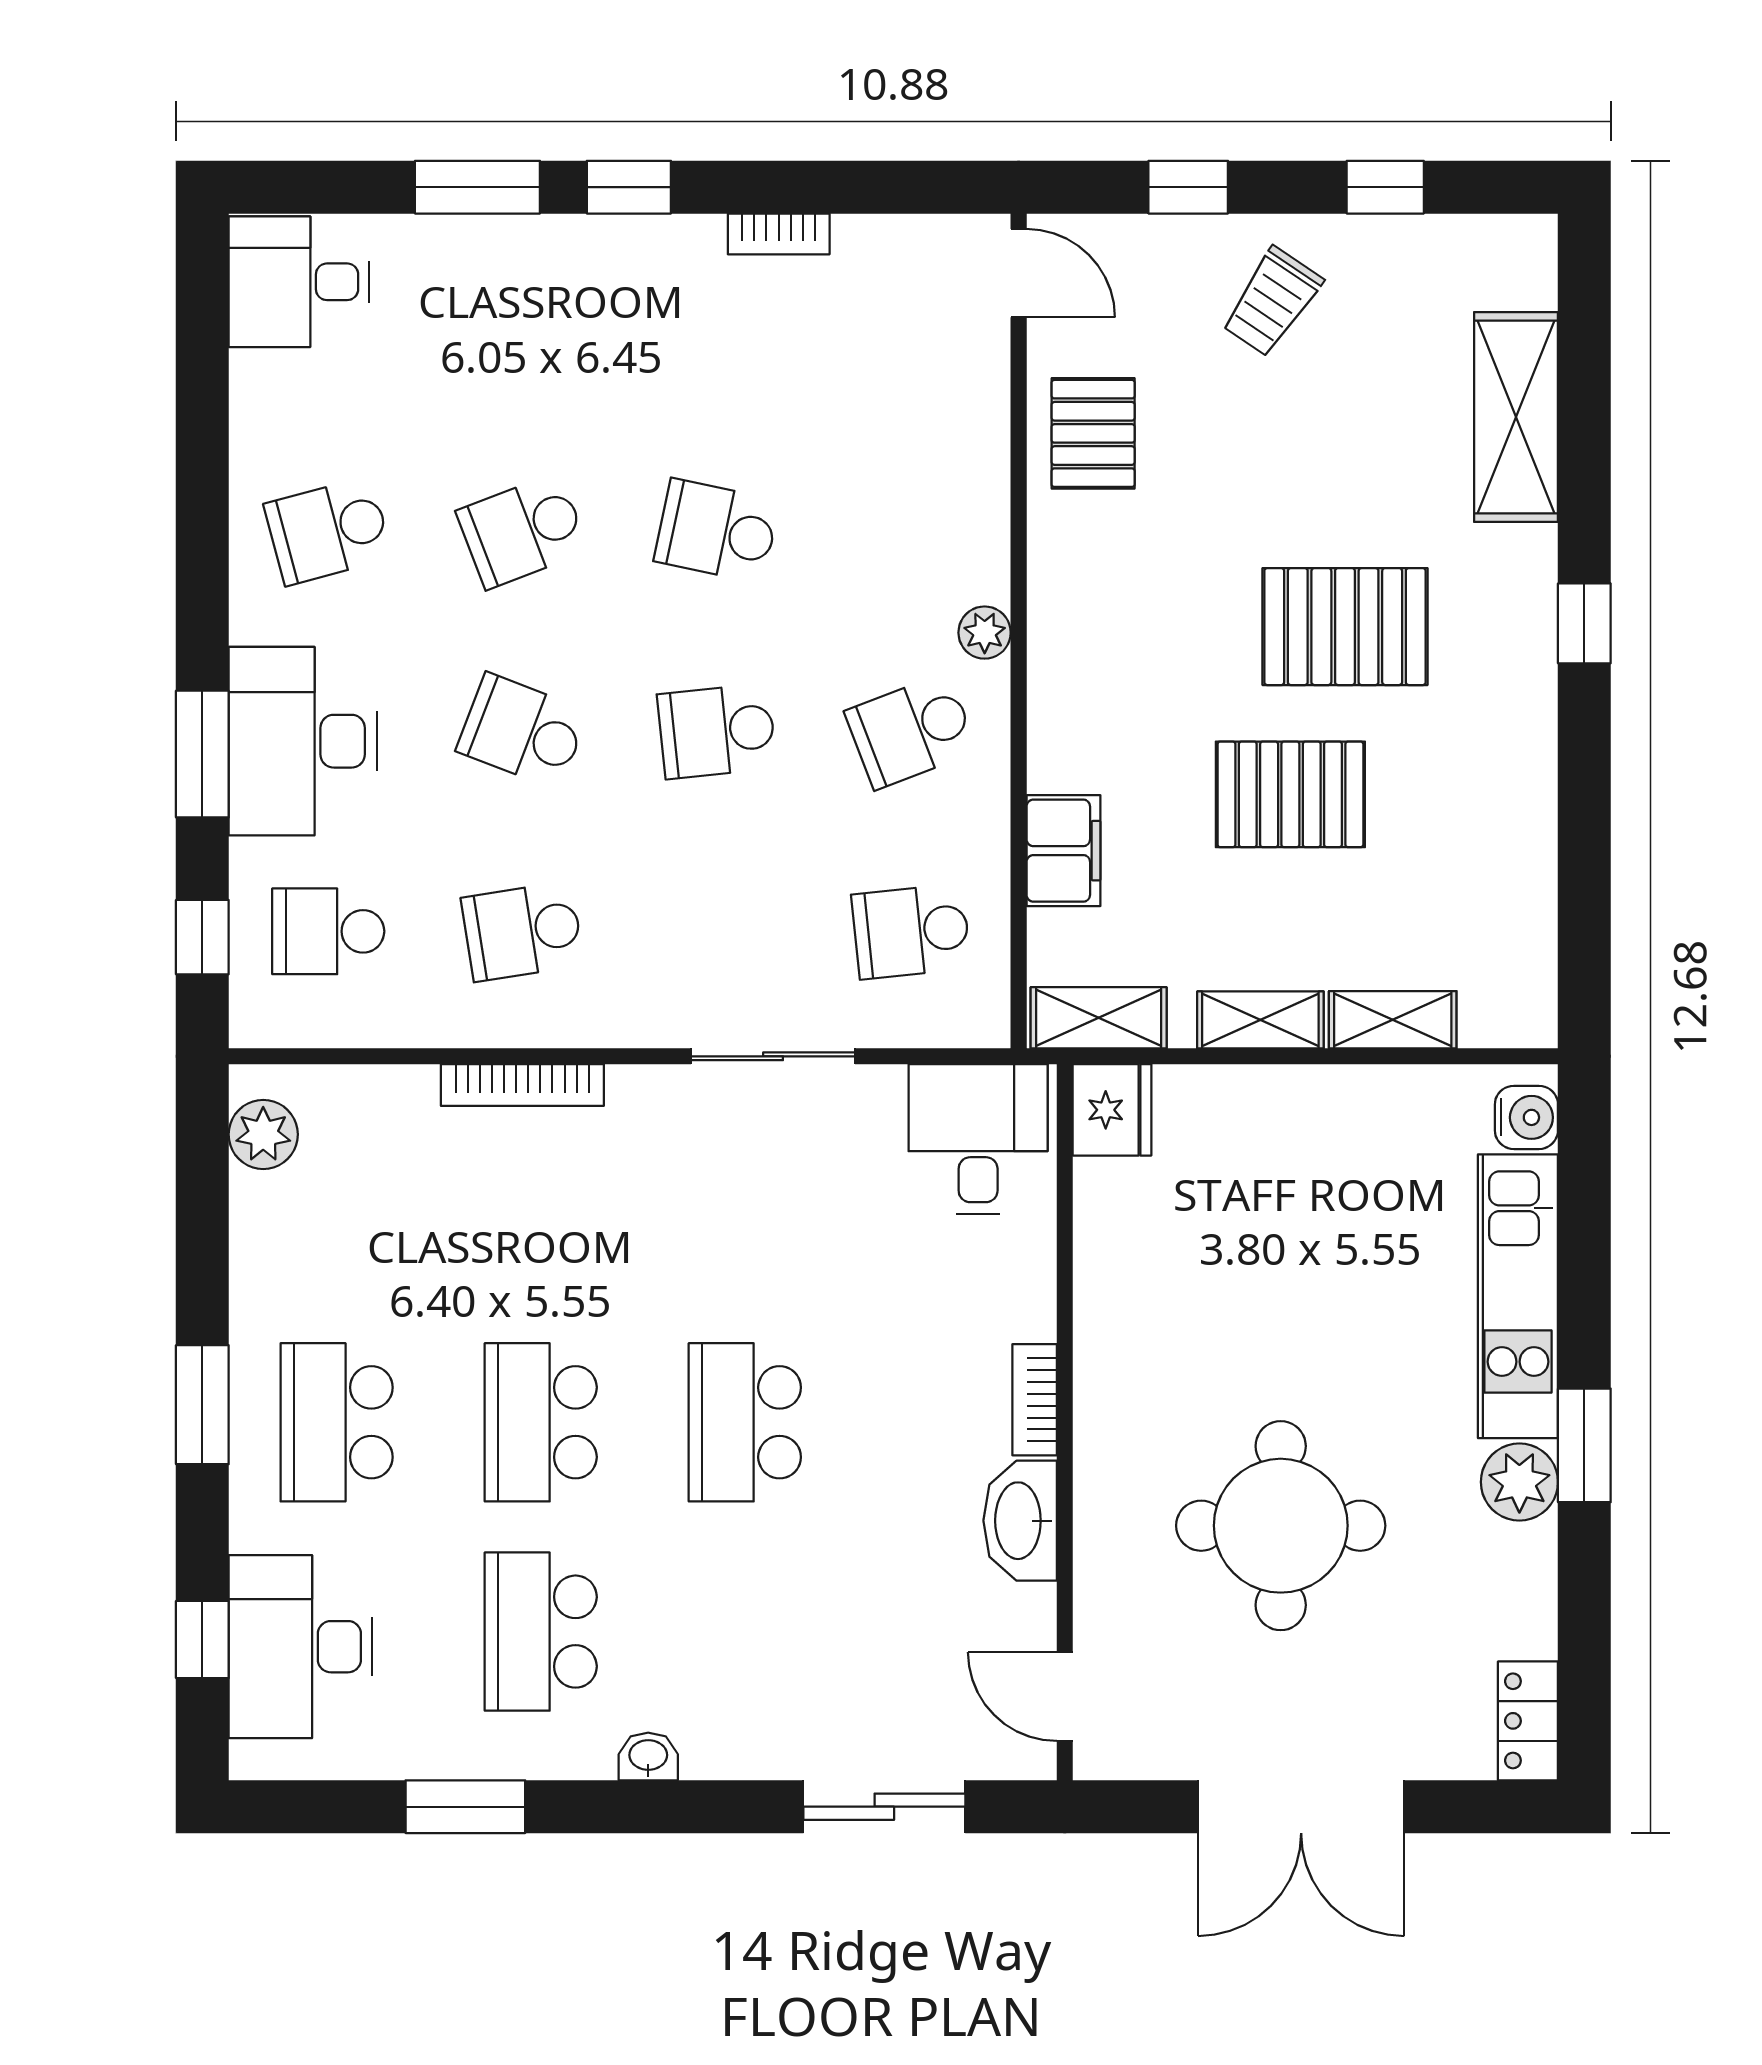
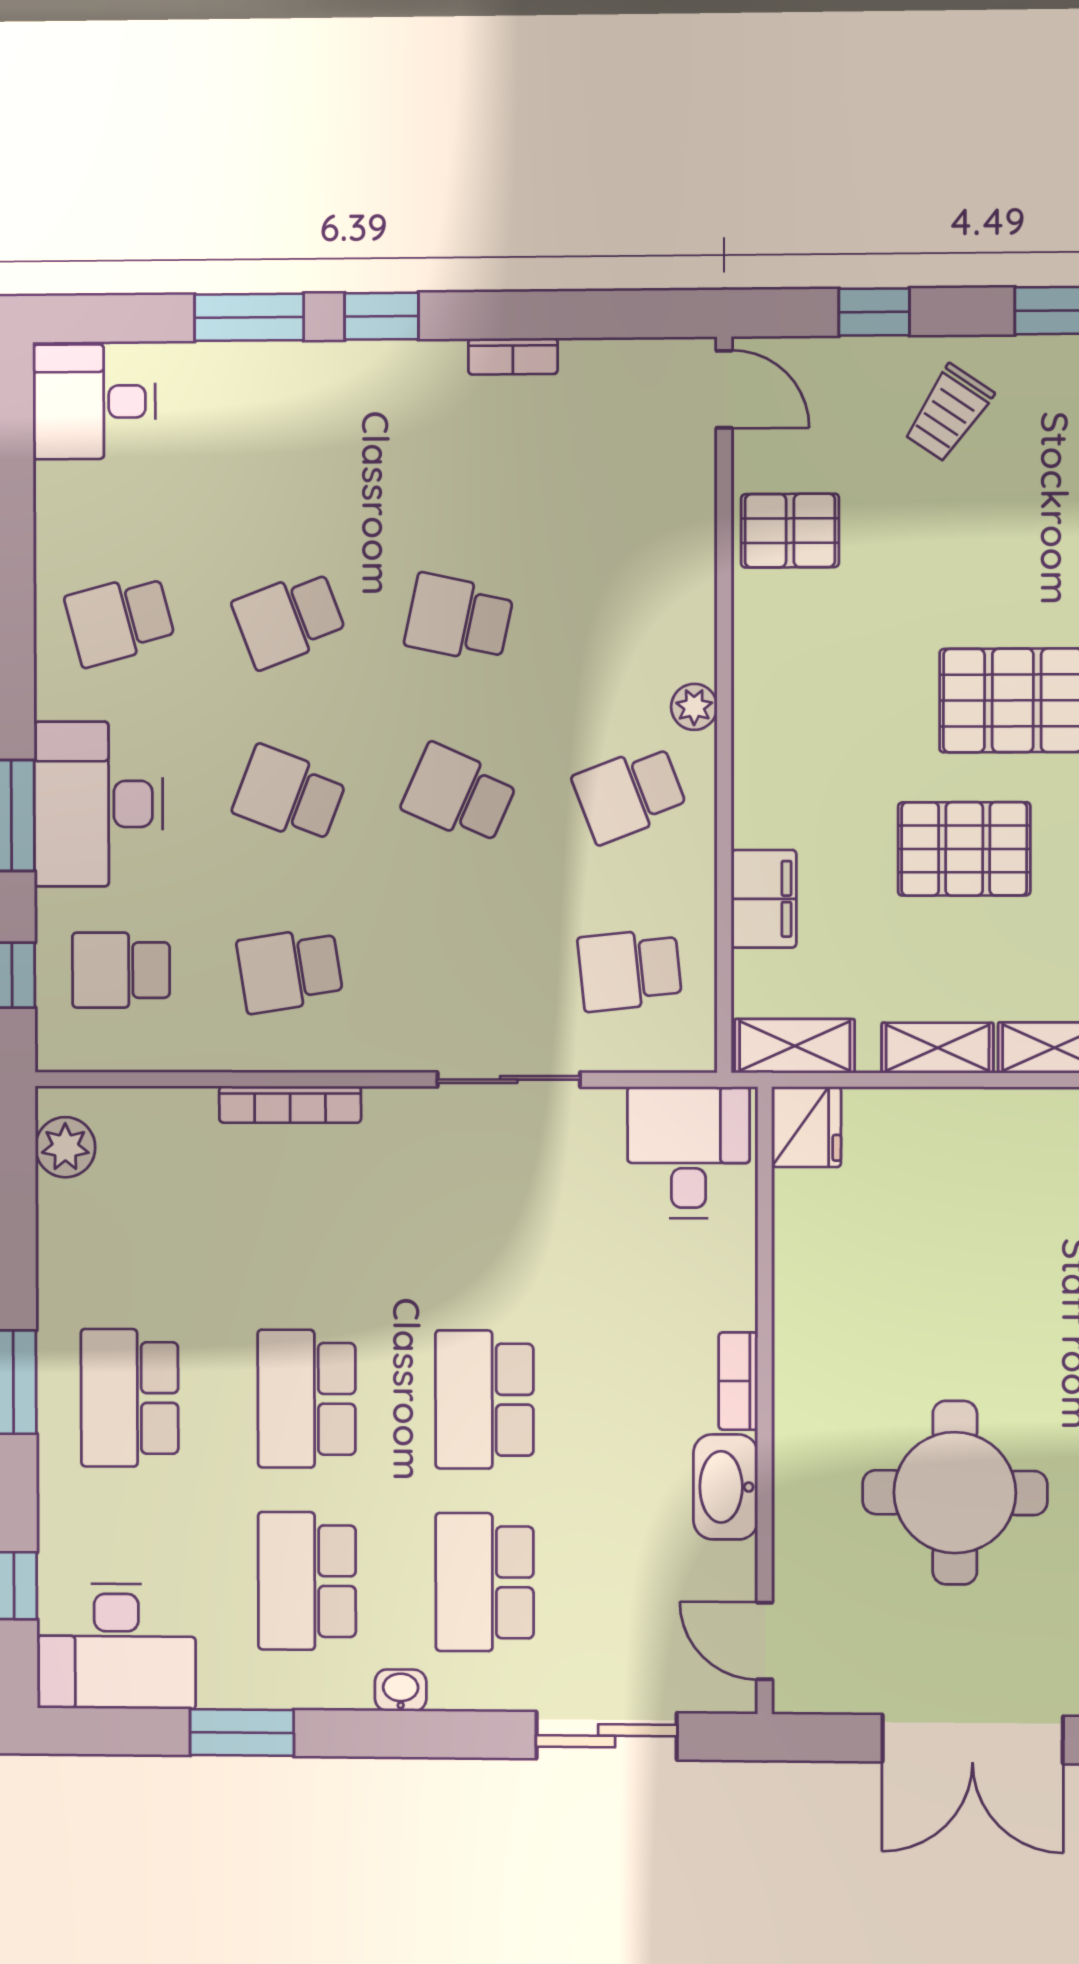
pallet: (1093, 433) -> (790, 531), turned 90
school desk: (717, 731) -> (459, 794), turned 30
school desk: (745, 1632) -> (485, 1582), added
desk: (301, 1647) -> (116, 1646), moved, turned -90

